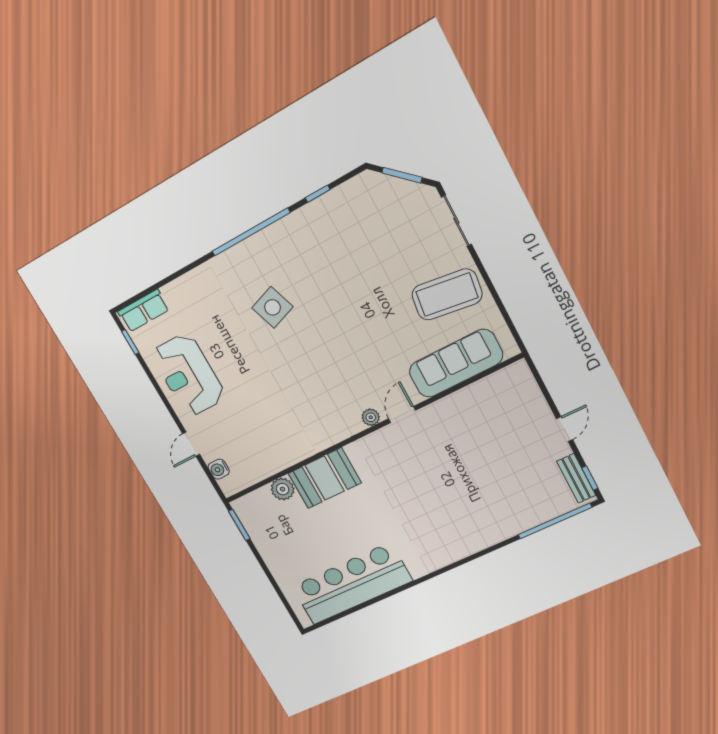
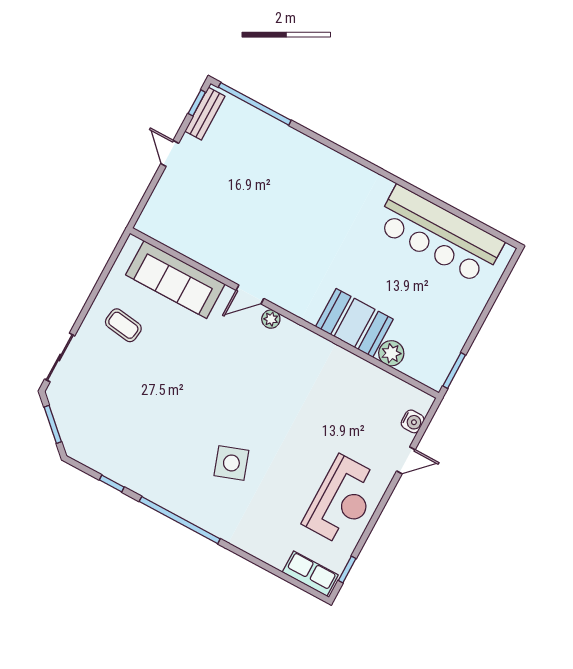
coffee table: (447, 295) -> (123, 325), width x0.54, depth x0.58
door: (564, 429) -> (170, 153), hinge flipped

